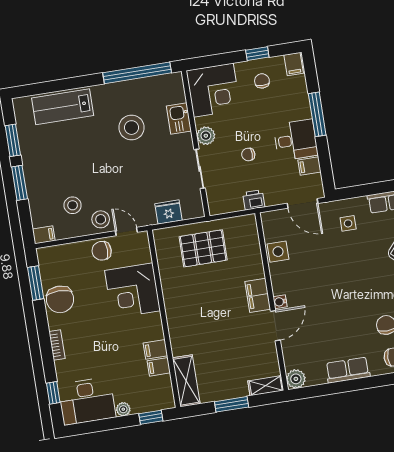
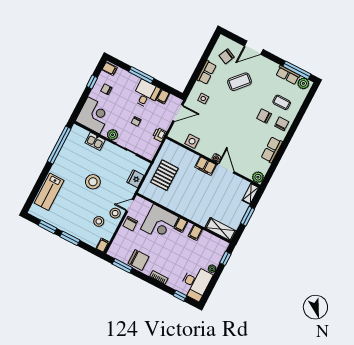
stool: (131, 128) -> (93, 182), moved
filing cabinet: (159, 367) -> (181, 225), moved

